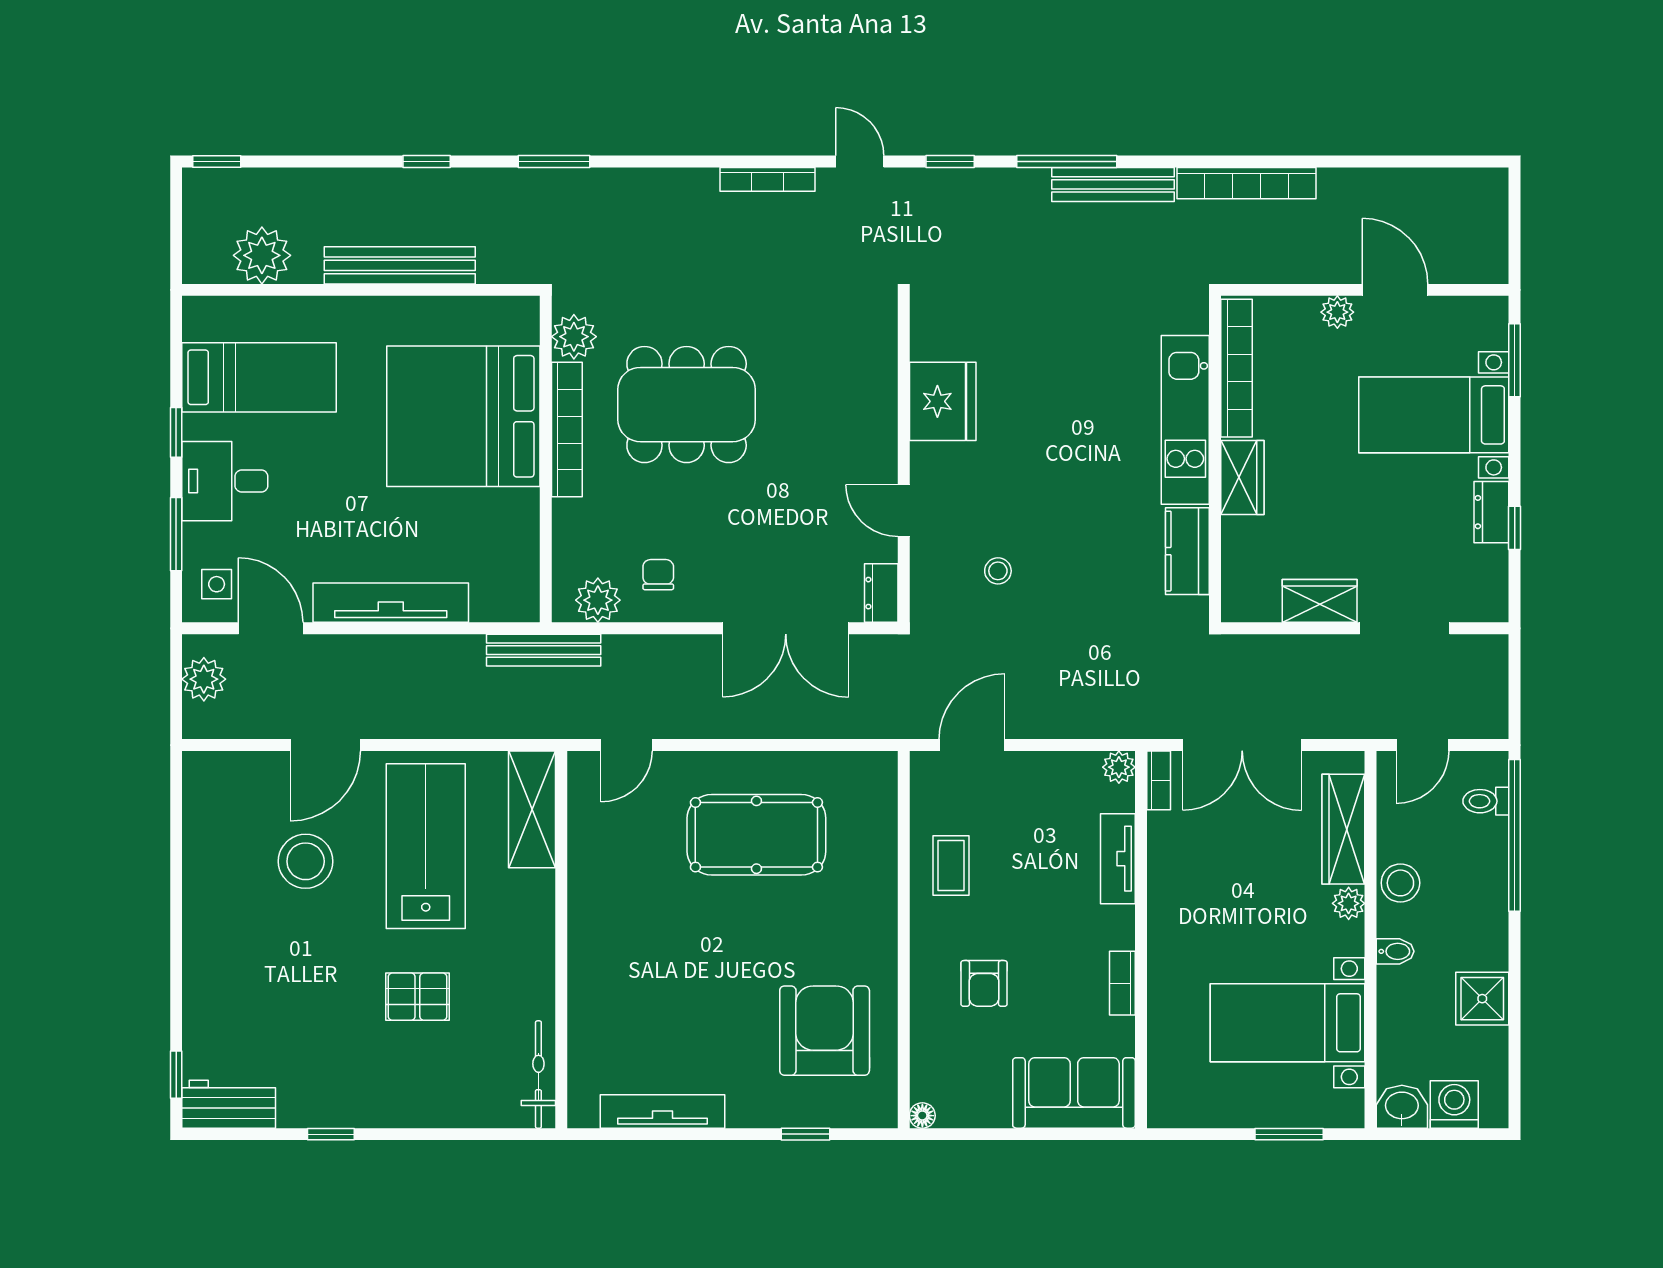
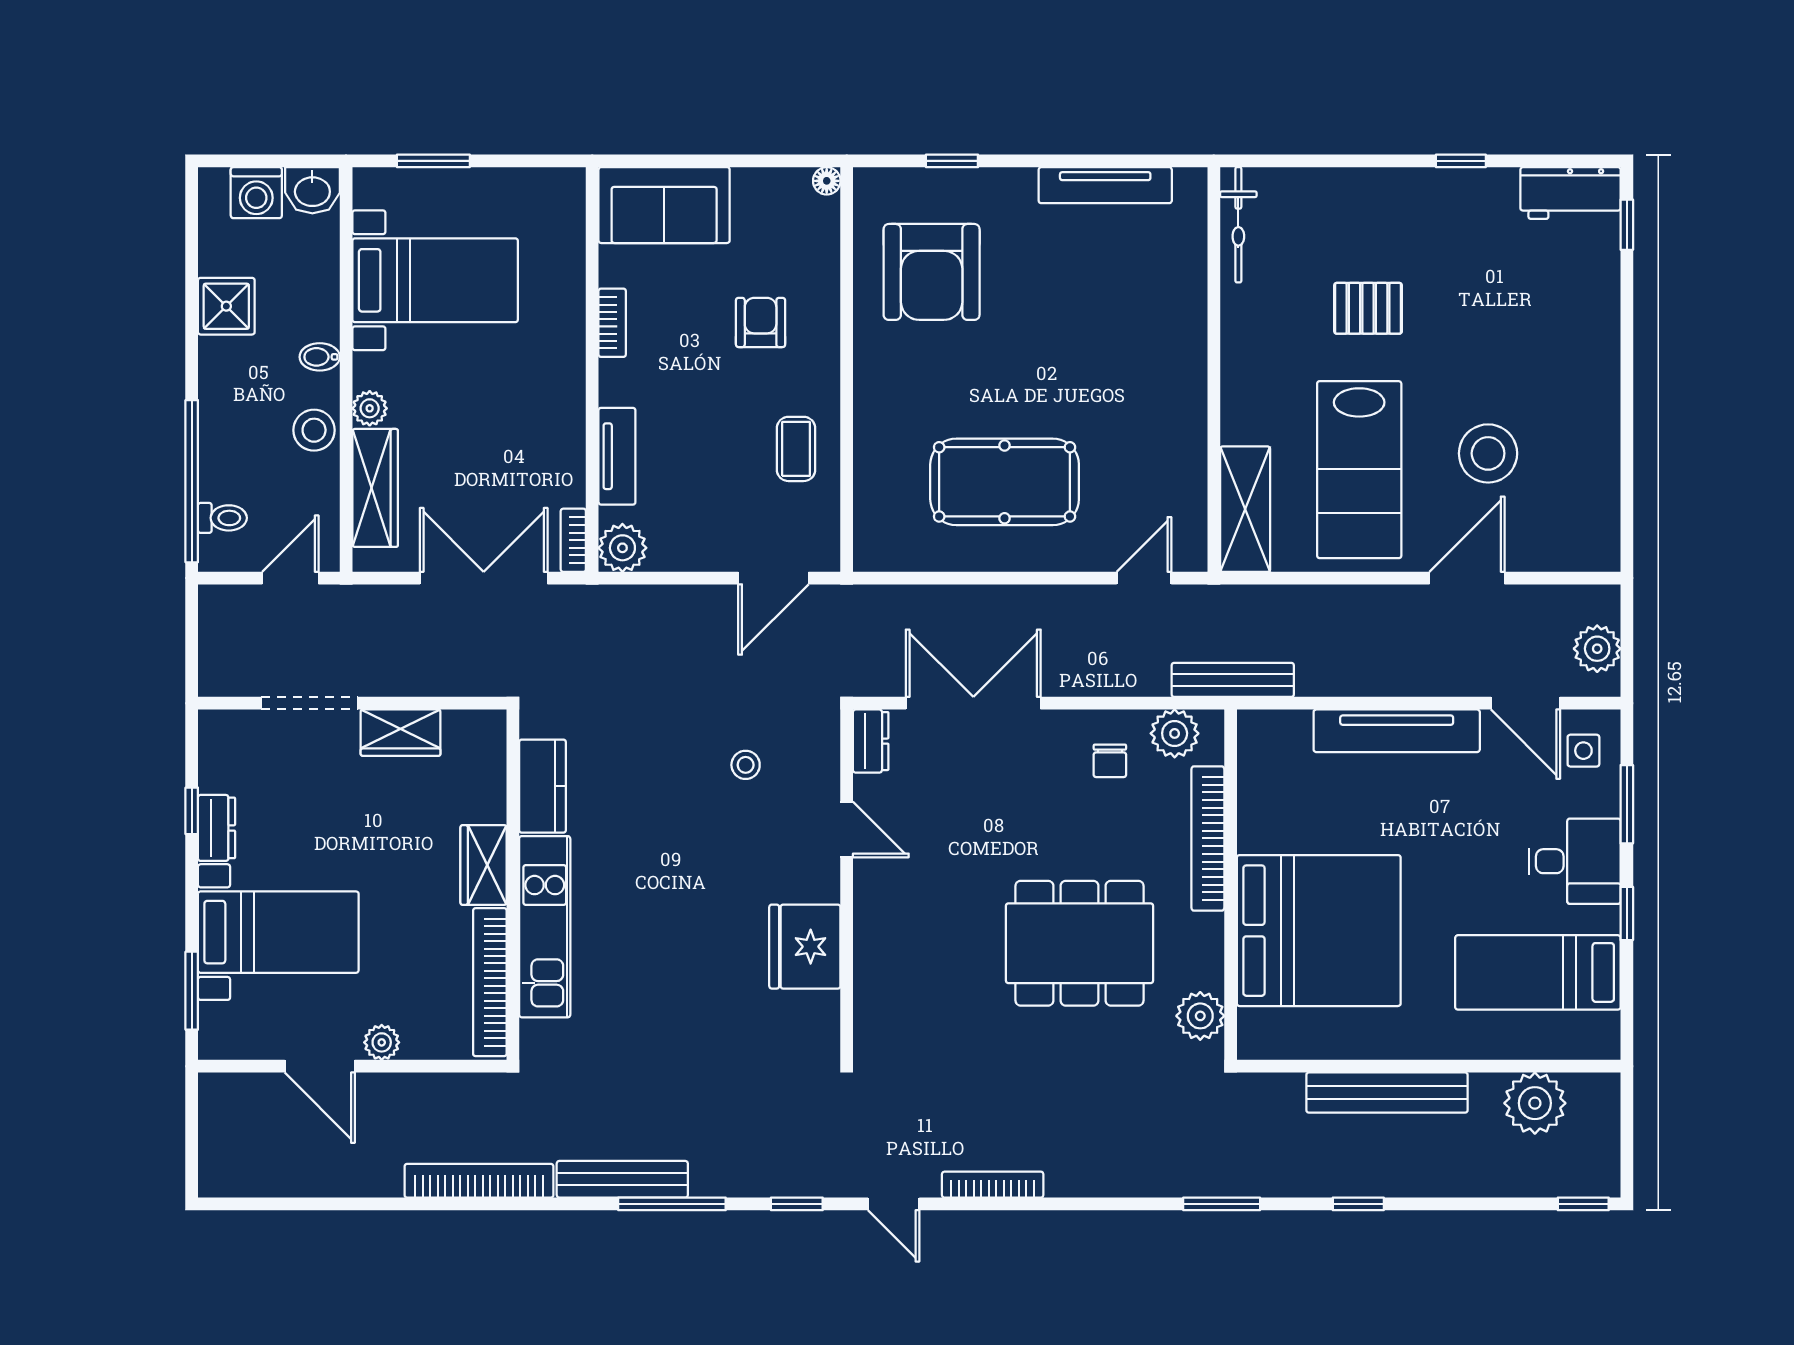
bookcase: (567, 430) -> (1208, 838), moved
plant: (1119, 767) -> (622, 548), width x1.38, depth x1.38

